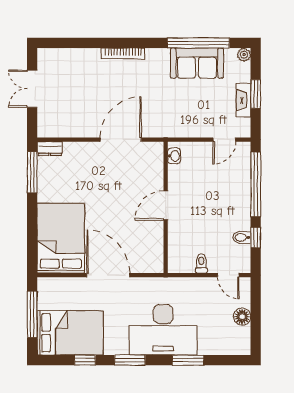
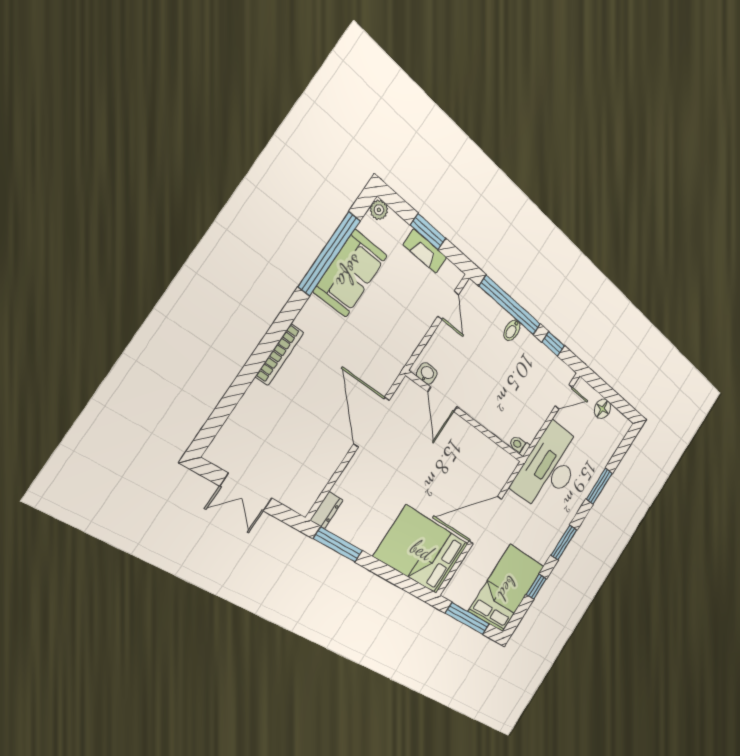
door: (166, 205) -> (442, 399), moved
bidet: (242, 237) -> (512, 330), moved
toilet: (201, 264) -> (519, 445), moved
desk: (163, 330) -> (549, 468), moved, turned 180

